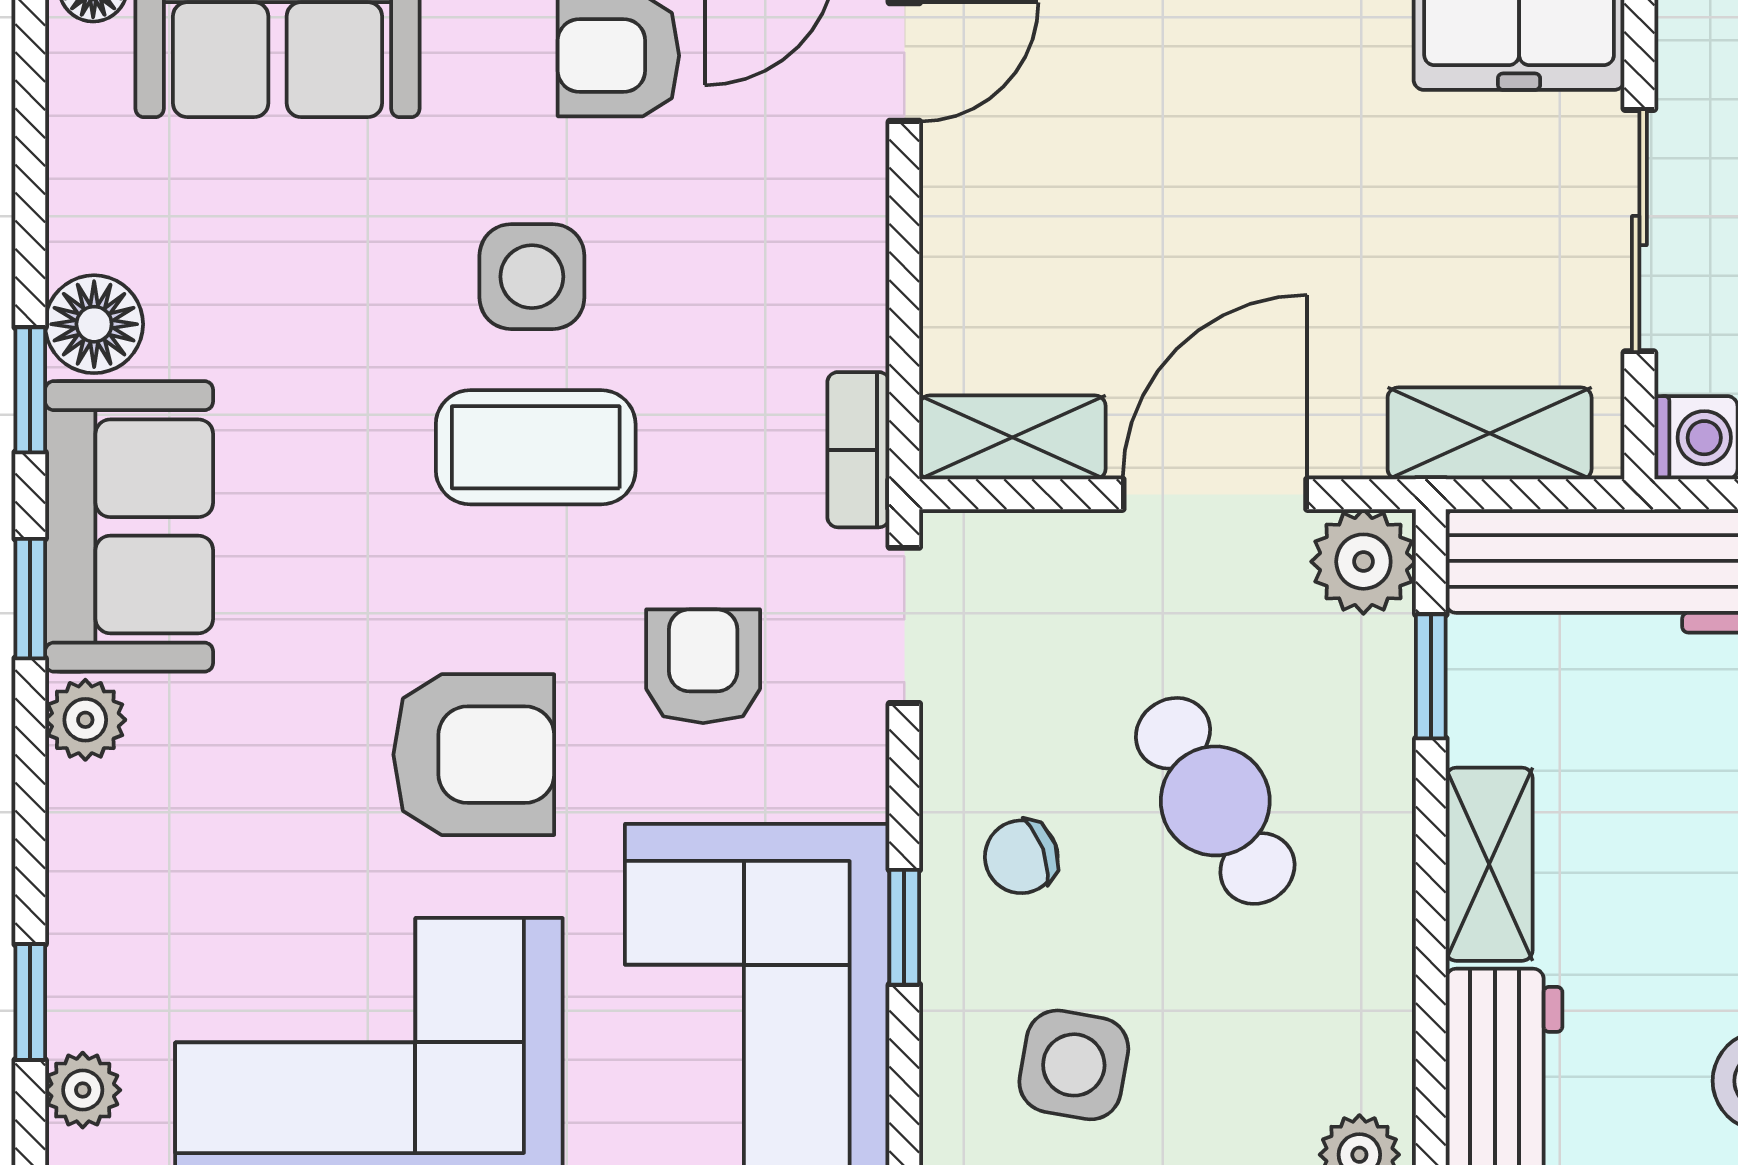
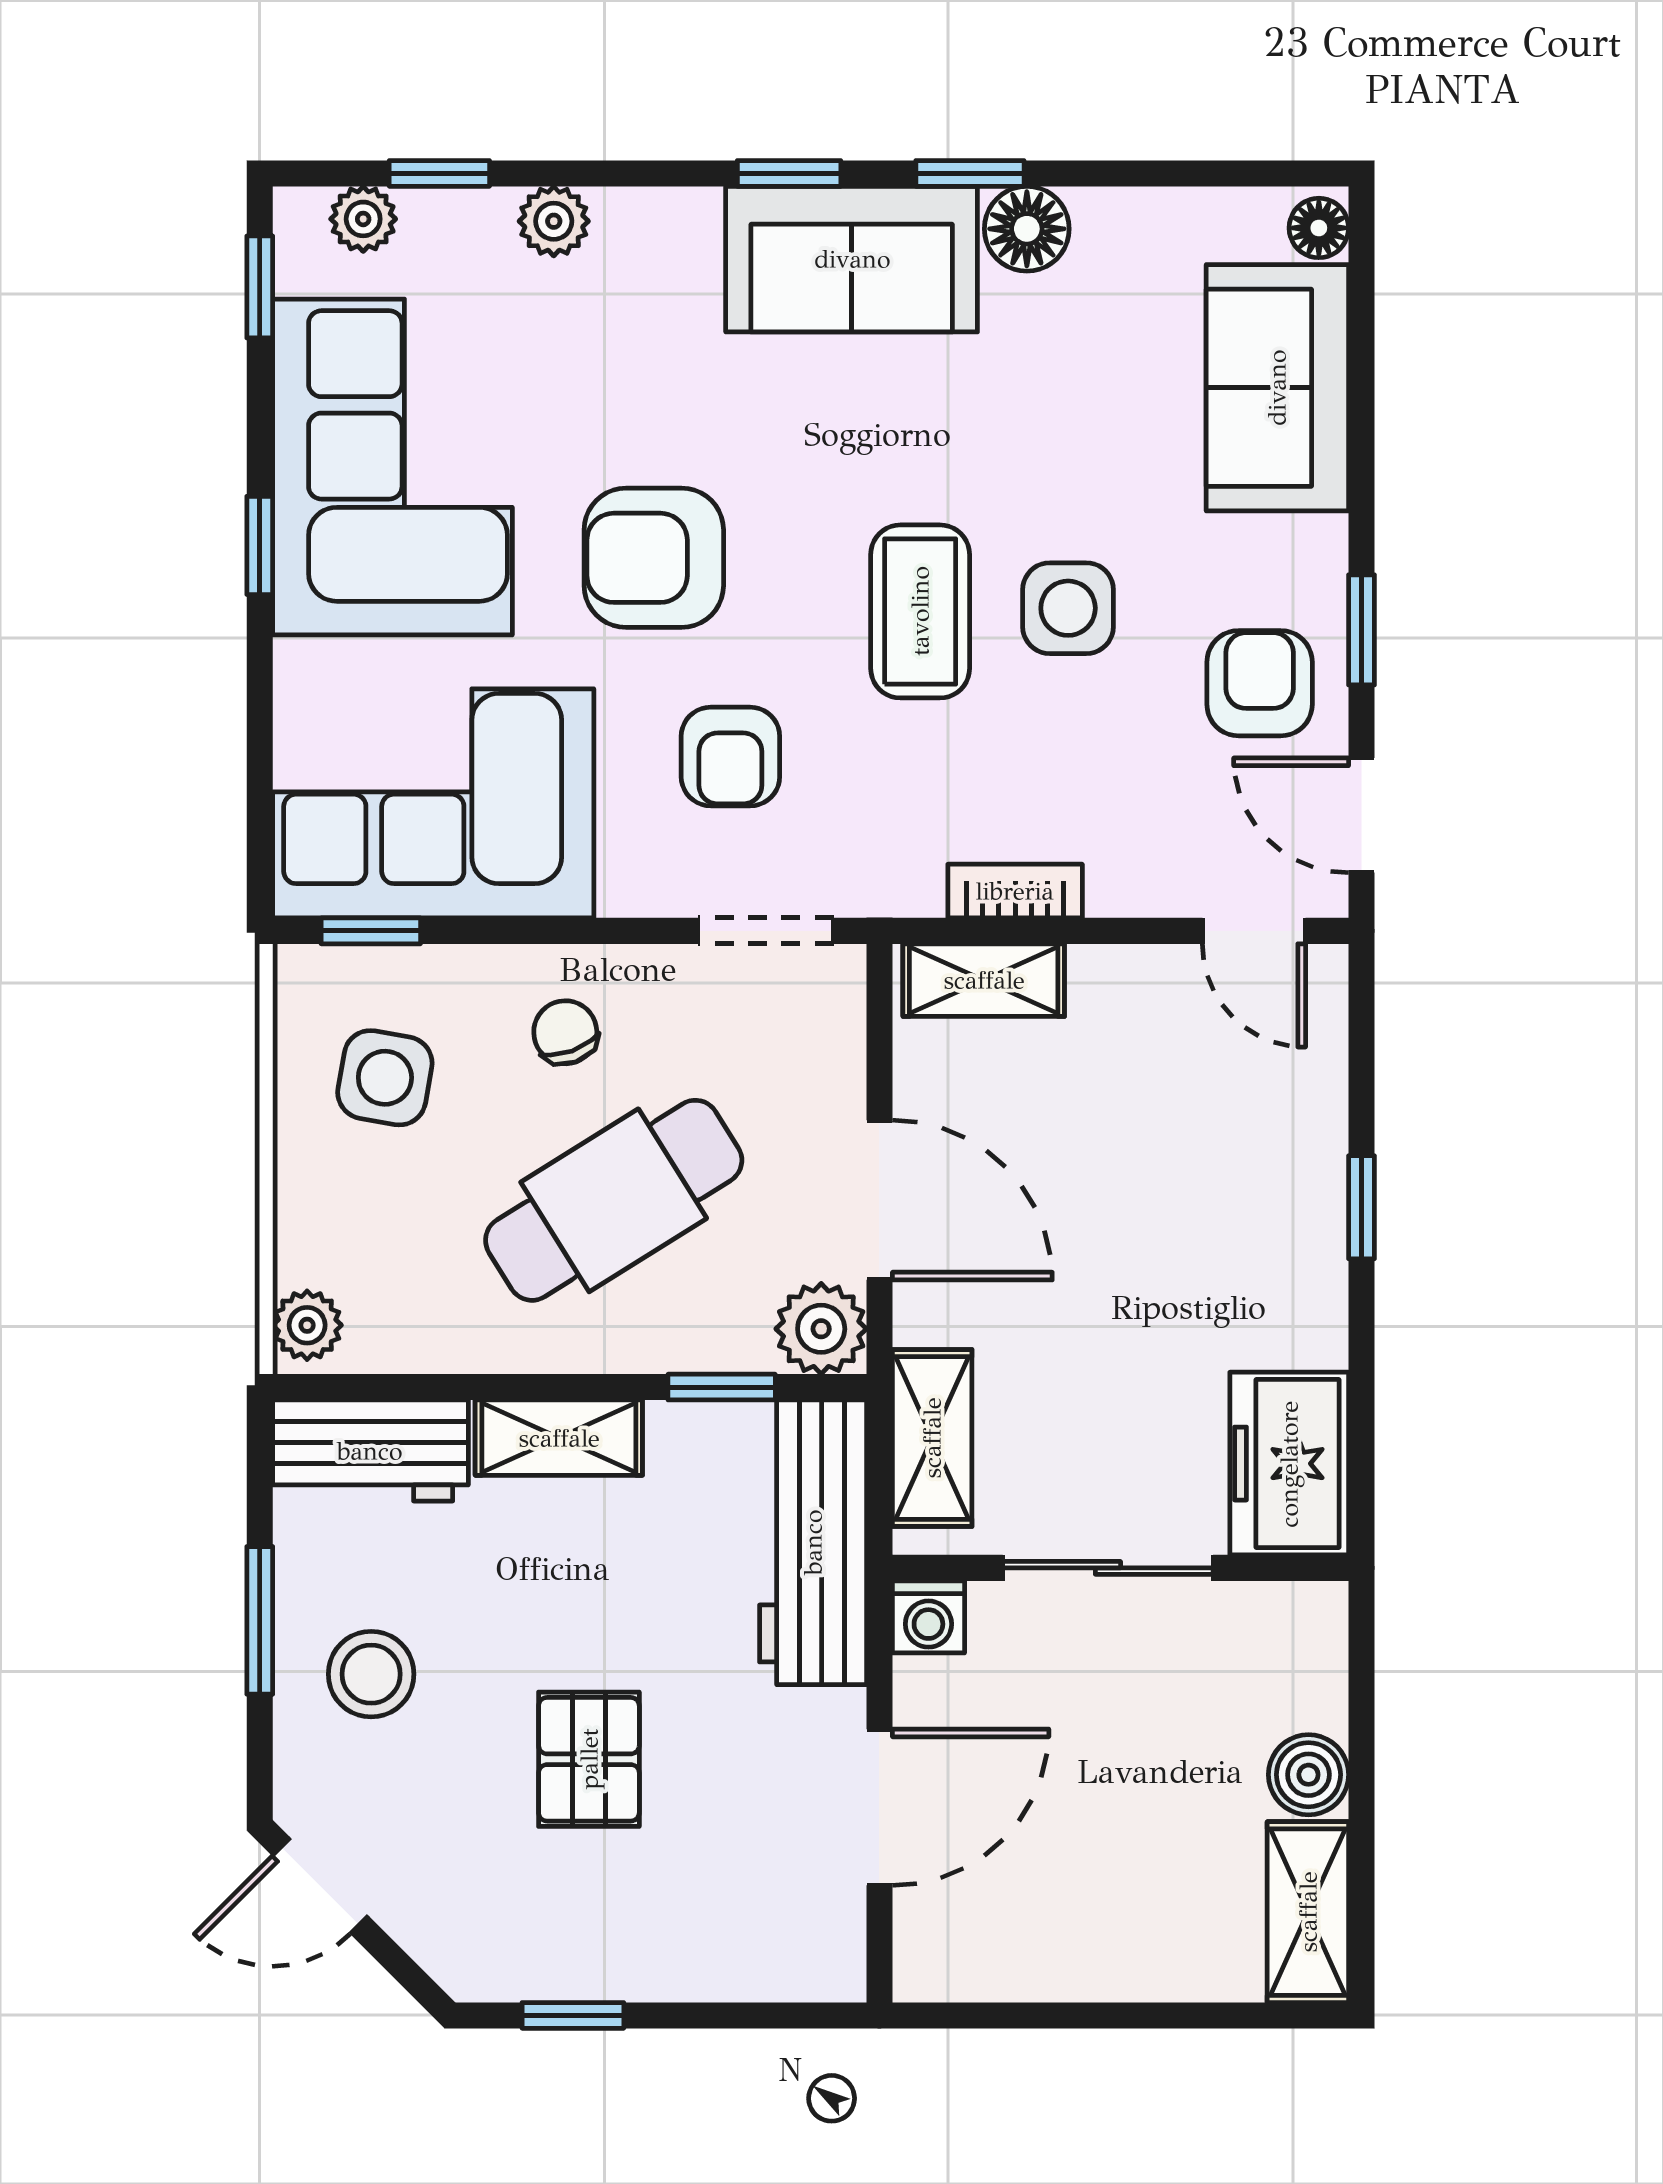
shelving: (1012, 437) -> (984, 980), moved, turned 90
bookcase: (858, 450) -> (1015, 891), moved
armchair: (703, 666) -> (730, 757), turned 90
plant: (85, 720) -> (554, 221), moved
armchair: (474, 755) -> (654, 558), turned 90
cafe table: (1215, 801) -> (614, 1200), width x1.37, depth x1.35
window: (904, 927) -> (371, 931), moved

